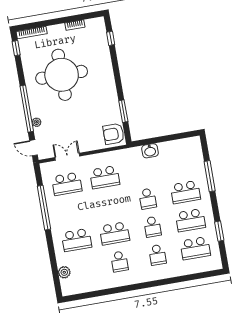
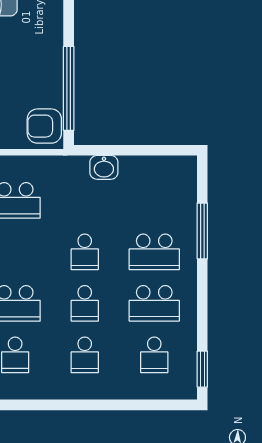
window: (123, 111) -> (69, 88), width x2.11
window: (219, 231) -> (202, 369), moved
school desk: (195, 248) -> (154, 355), width x0.54

